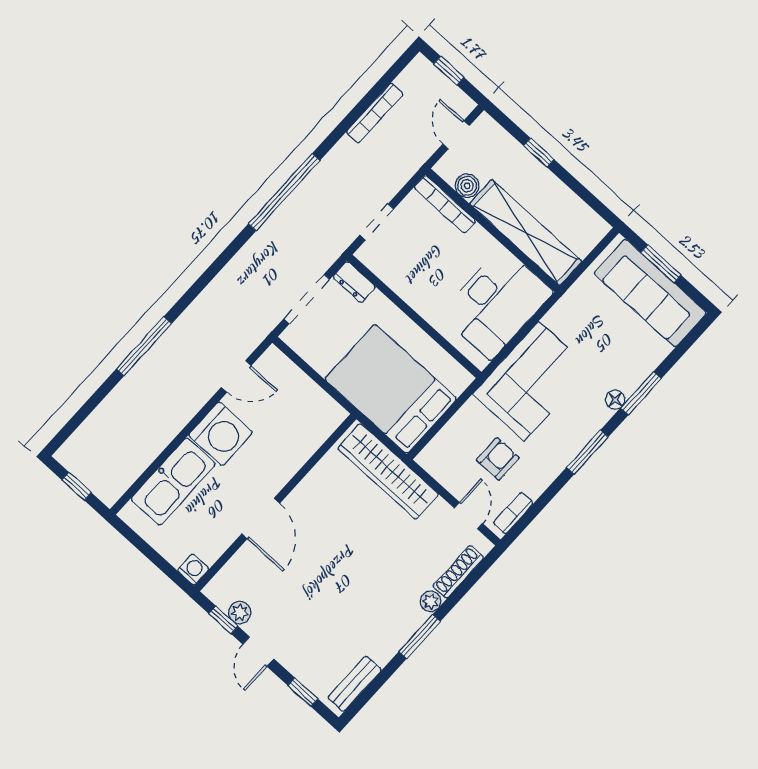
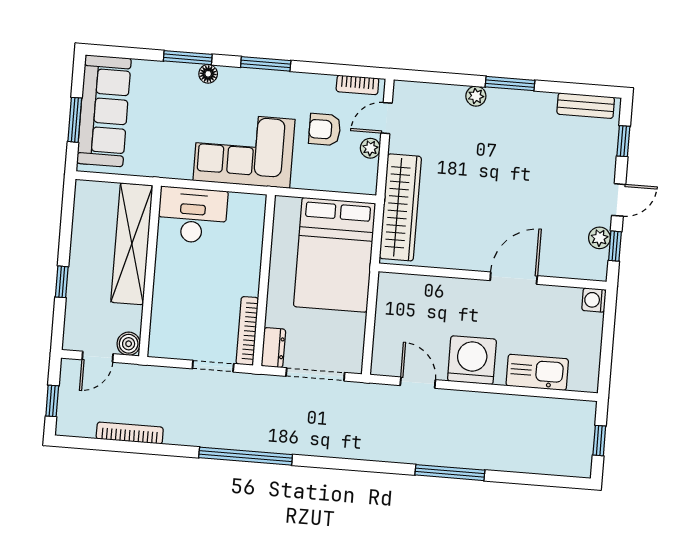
boiler: (467, 186) -> (129, 344), moved
bookcase: (445, 204) -> (247, 331), moved, turned 180
desk: (497, 303) -> (192, 215), width x0.73, depth x0.77
kitchen sink: (173, 482) -> (537, 372), width x0.73, depth x0.81
plant: (454, 484) -> (370, 148), added
shoe rack: (458, 572) -> (436, 92), removed

